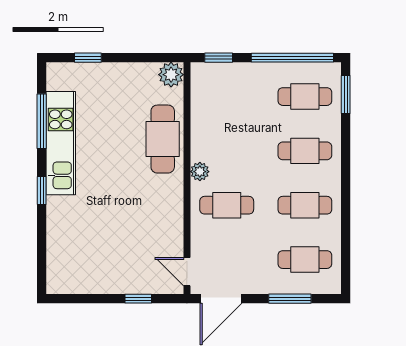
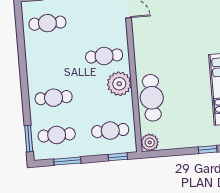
window: (292, 58) -> (67, 161), width x0.47
plant: (200, 172) -> (119, 84), width x1.87, depth x1.87
cafe table: (305, 205) -> (110, 131), moved

